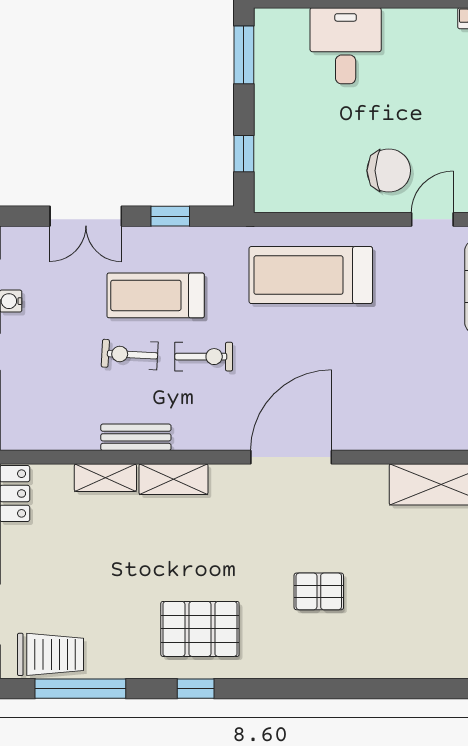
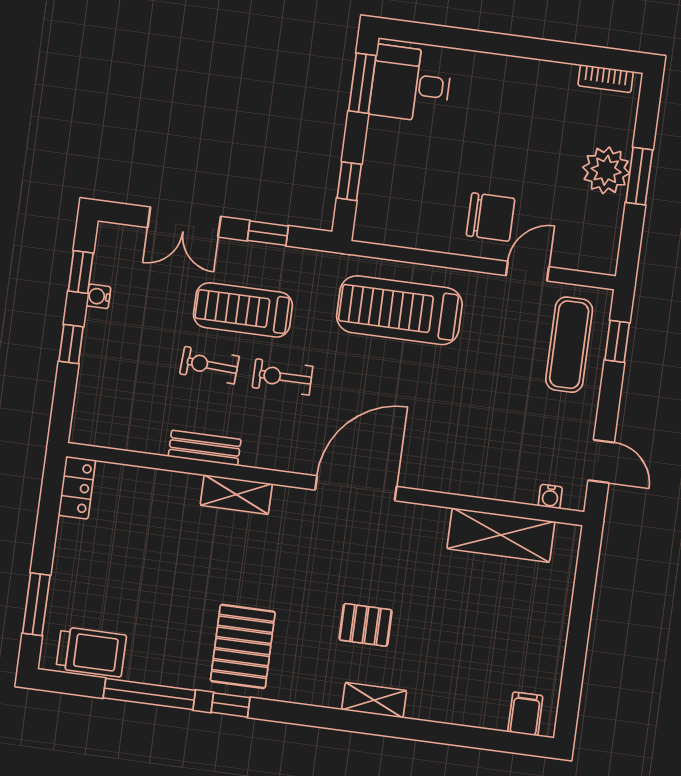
desk: (346, 46) -> (411, 84), moved, turned -90
exercise bike: (204, 357) -> (282, 377), turned 180
shelving: (105, 478) -> (374, 700), moved
pallet: (200, 629) -> (243, 646), turned 90
window: (80, 689) -> (149, 694), moved

